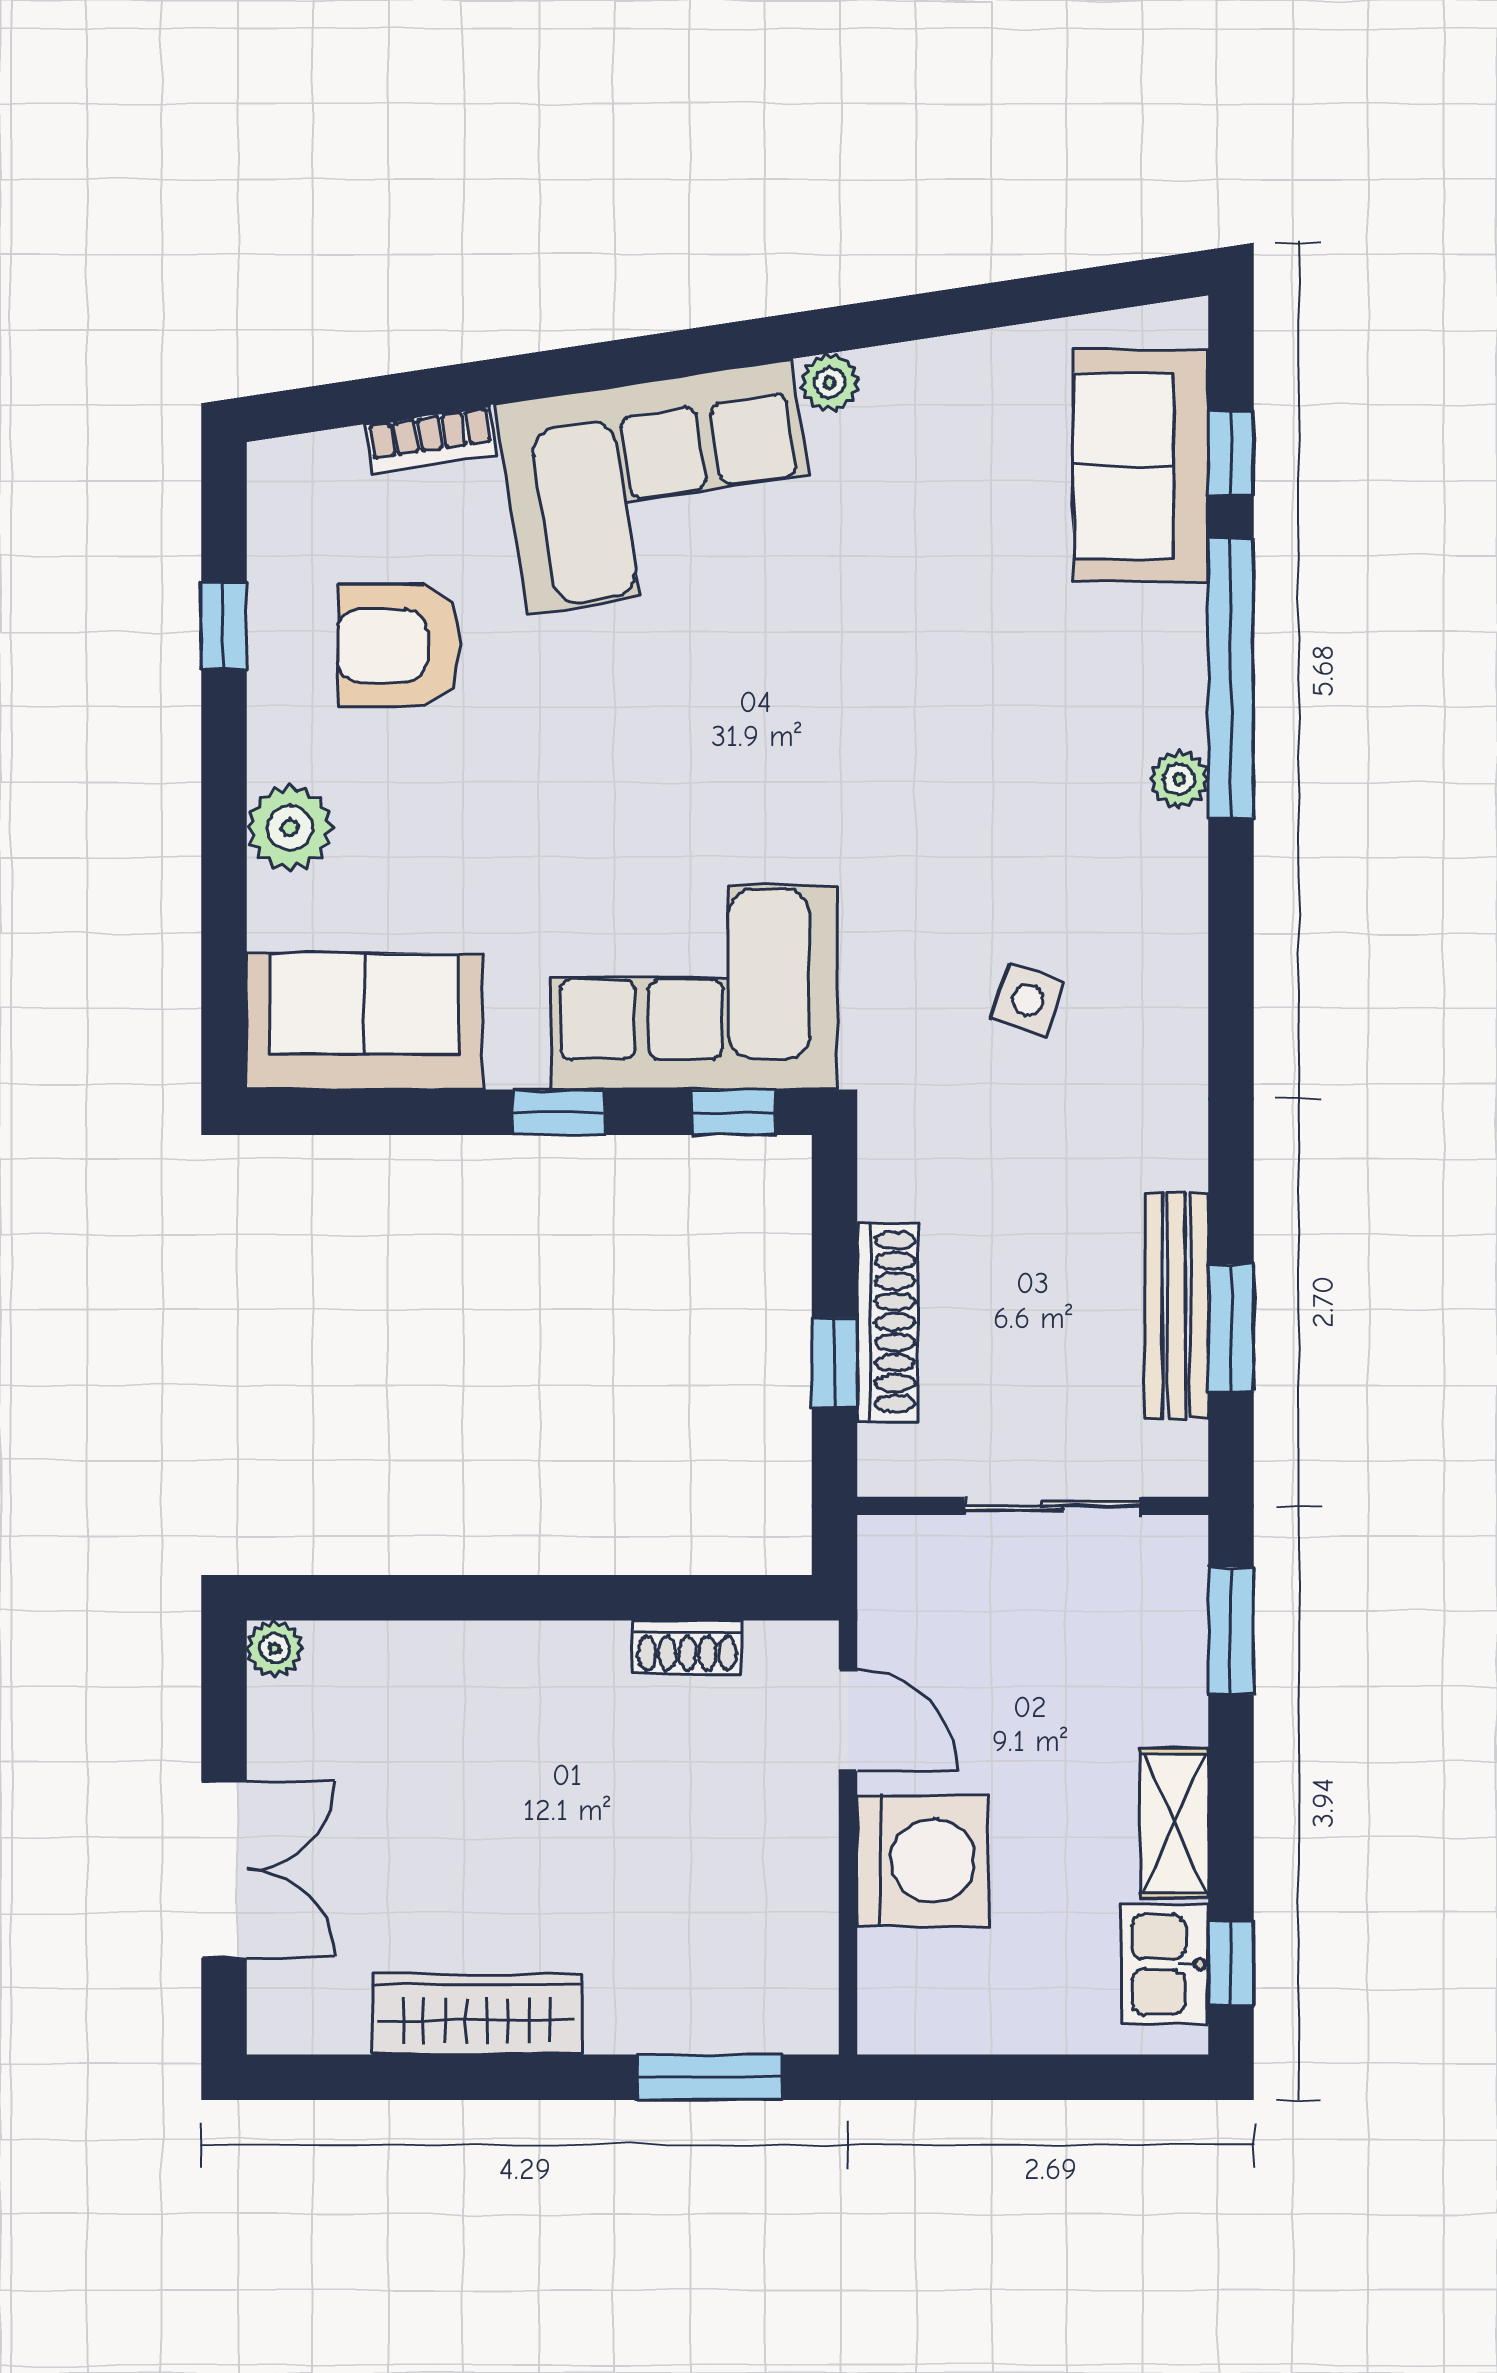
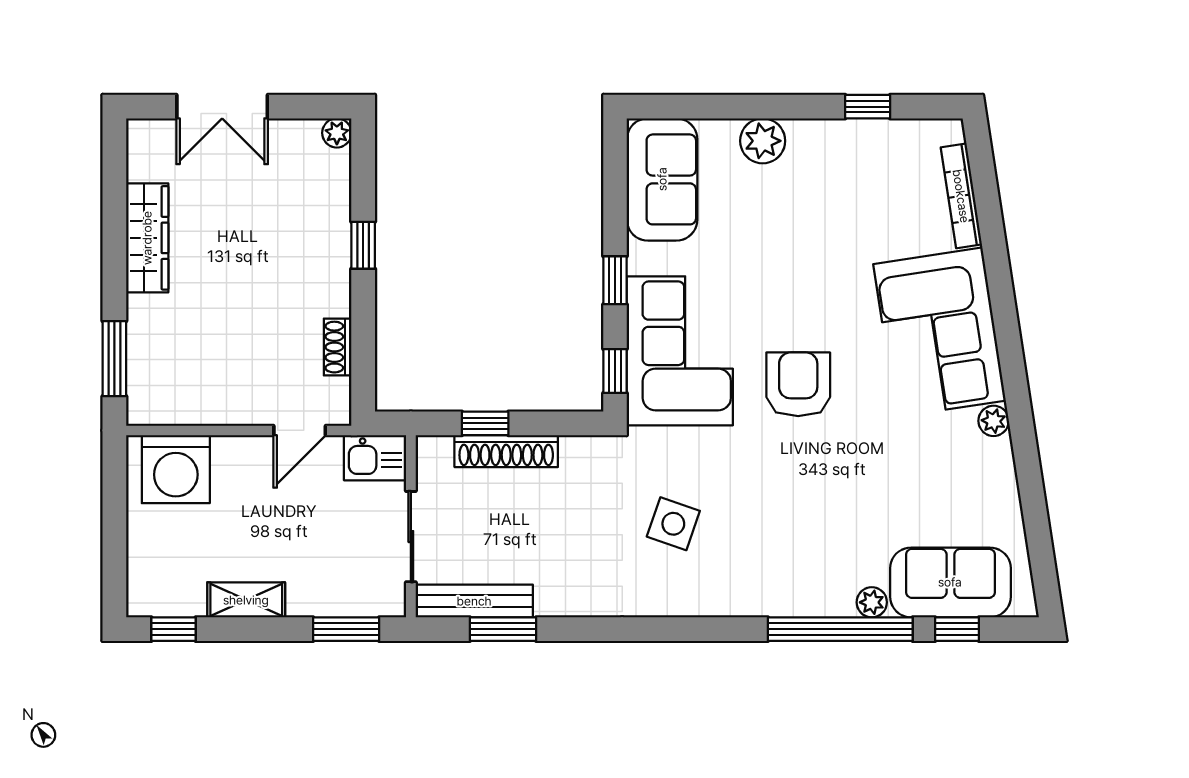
bookcase: (431, 440) -> (961, 196), width x1.56
armchair: (399, 646) -> (798, 384), moved
plant: (1179, 779) -> (872, 602), moved
side table: (1028, 1000) -> (673, 524), width x1.37, depth x1.37
bench: (1177, 1306) -> (474, 601), moved
window: (491, 1598) -> (363, 245), added
washing machine: (923, 1861) -> (176, 469), moved
kitchen sink: (1165, 1964) -> (375, 458), moved, turned 180

